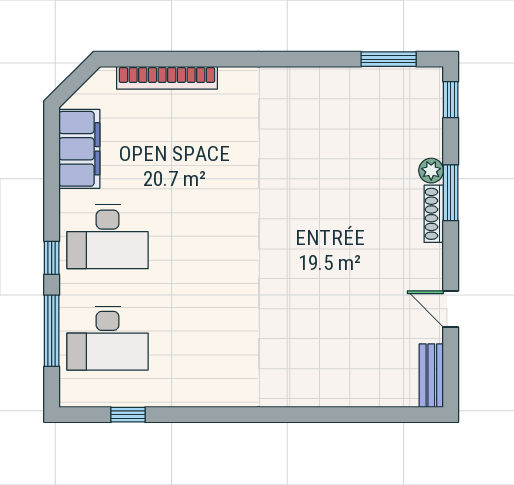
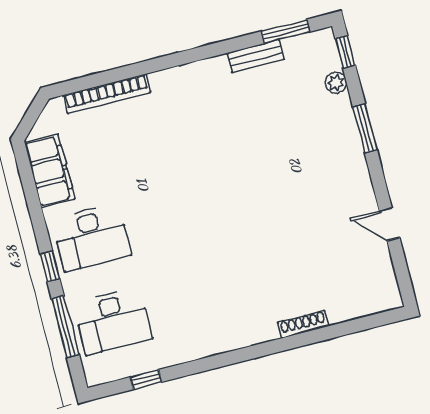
plant: (431, 171) -> (336, 83), moved
shoe rack: (434, 214) -> (303, 324), moved, turned 90
bench: (431, 376) -> (256, 56), moved, turned 90

